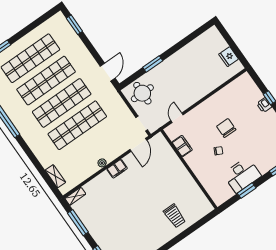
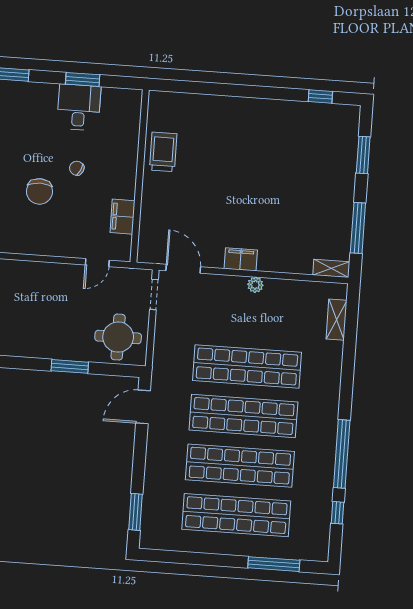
door: (138, 145) -> (183, 269), hinge flipped
desk: (242, 175) -> (79, 107), width x0.73
trolley: (174, 216) -> (163, 152), moved

